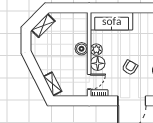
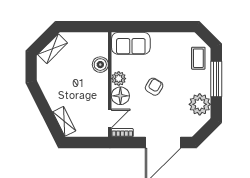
sofa: (112, 21) -> (131, 43), width x0.73
boiler: (82, 49) -> (100, 65), moved
armchair: (130, 68) -> (154, 87), moved

